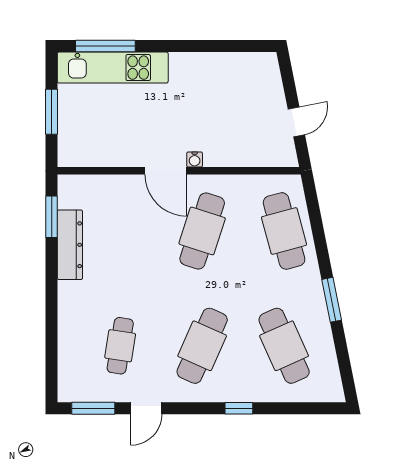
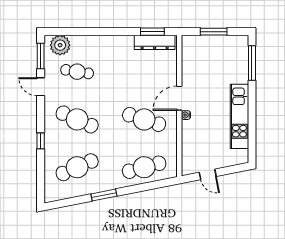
kitchen unit: (113, 68) -> (239, 116), moved
dresser: (70, 245) -> (155, 42), moved
plant: (75, 375) -> (60, 45), added

